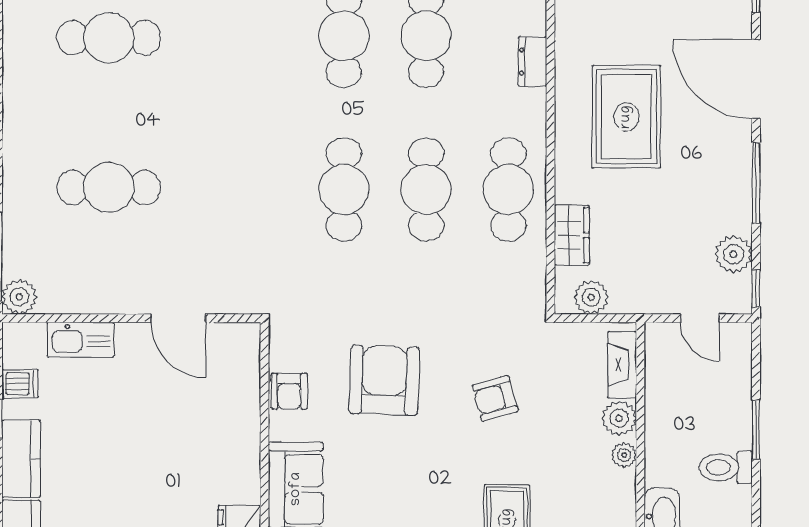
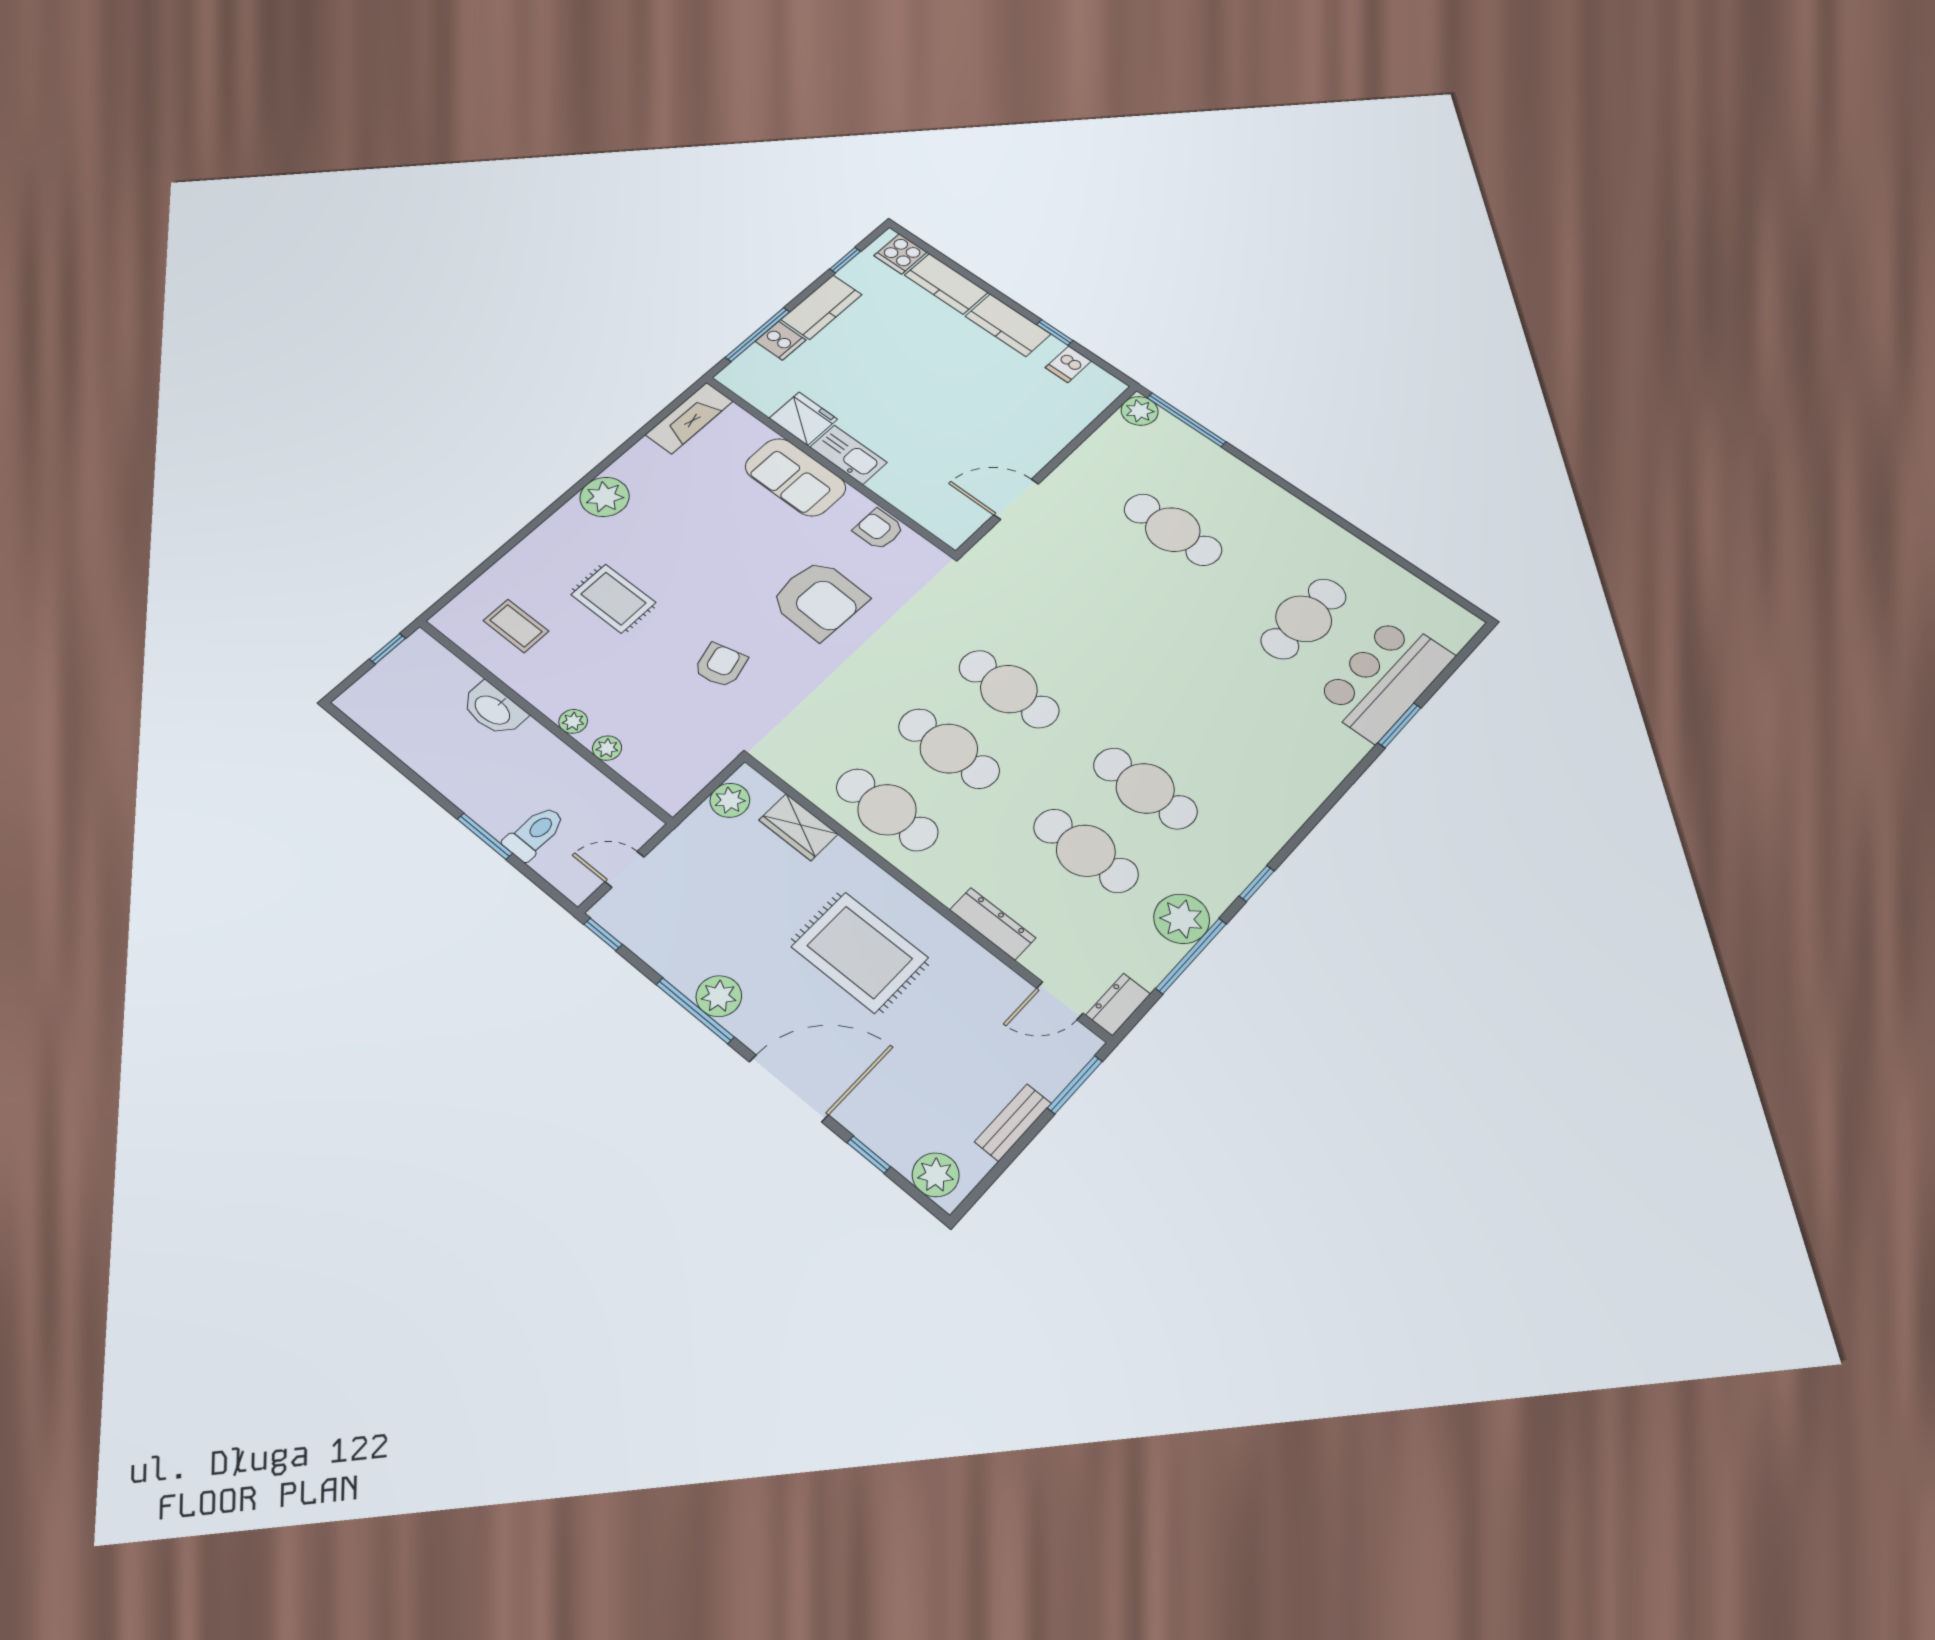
dresser: (533, 61) -> (993, 924), width x1.44
cafe table: (109, 187) -> (1173, 530), turned 90
plant: (733, 254) -> (719, 996), moved
kitchen sink: (81, 340) -> (848, 455), moved, turned 90
fireplace: (622, 365) -> (649, 779), removed
plant: (619, 418) -> (607, 748), width x0.73, depth x0.73
toilet: (726, 467) -> (535, 833), moved

